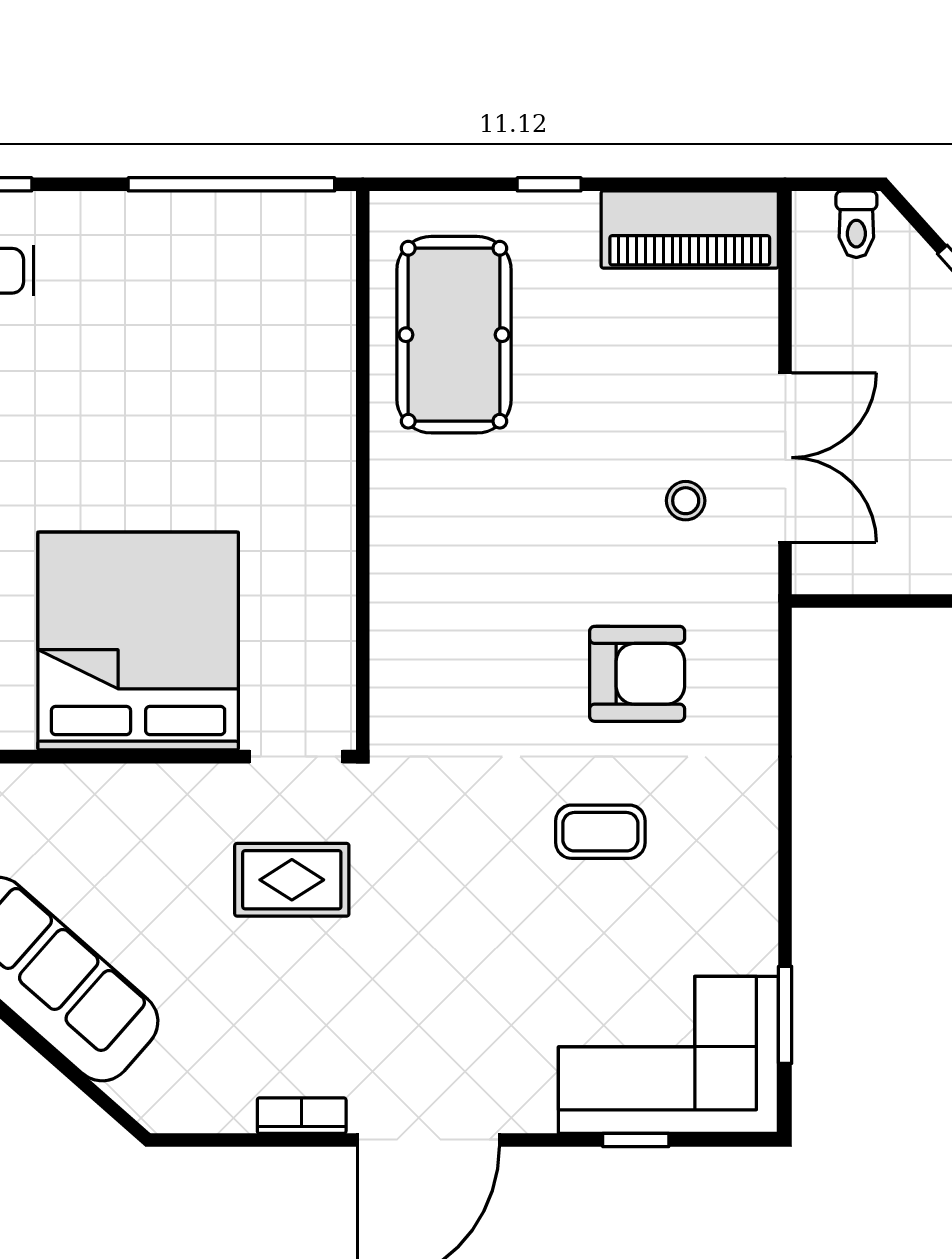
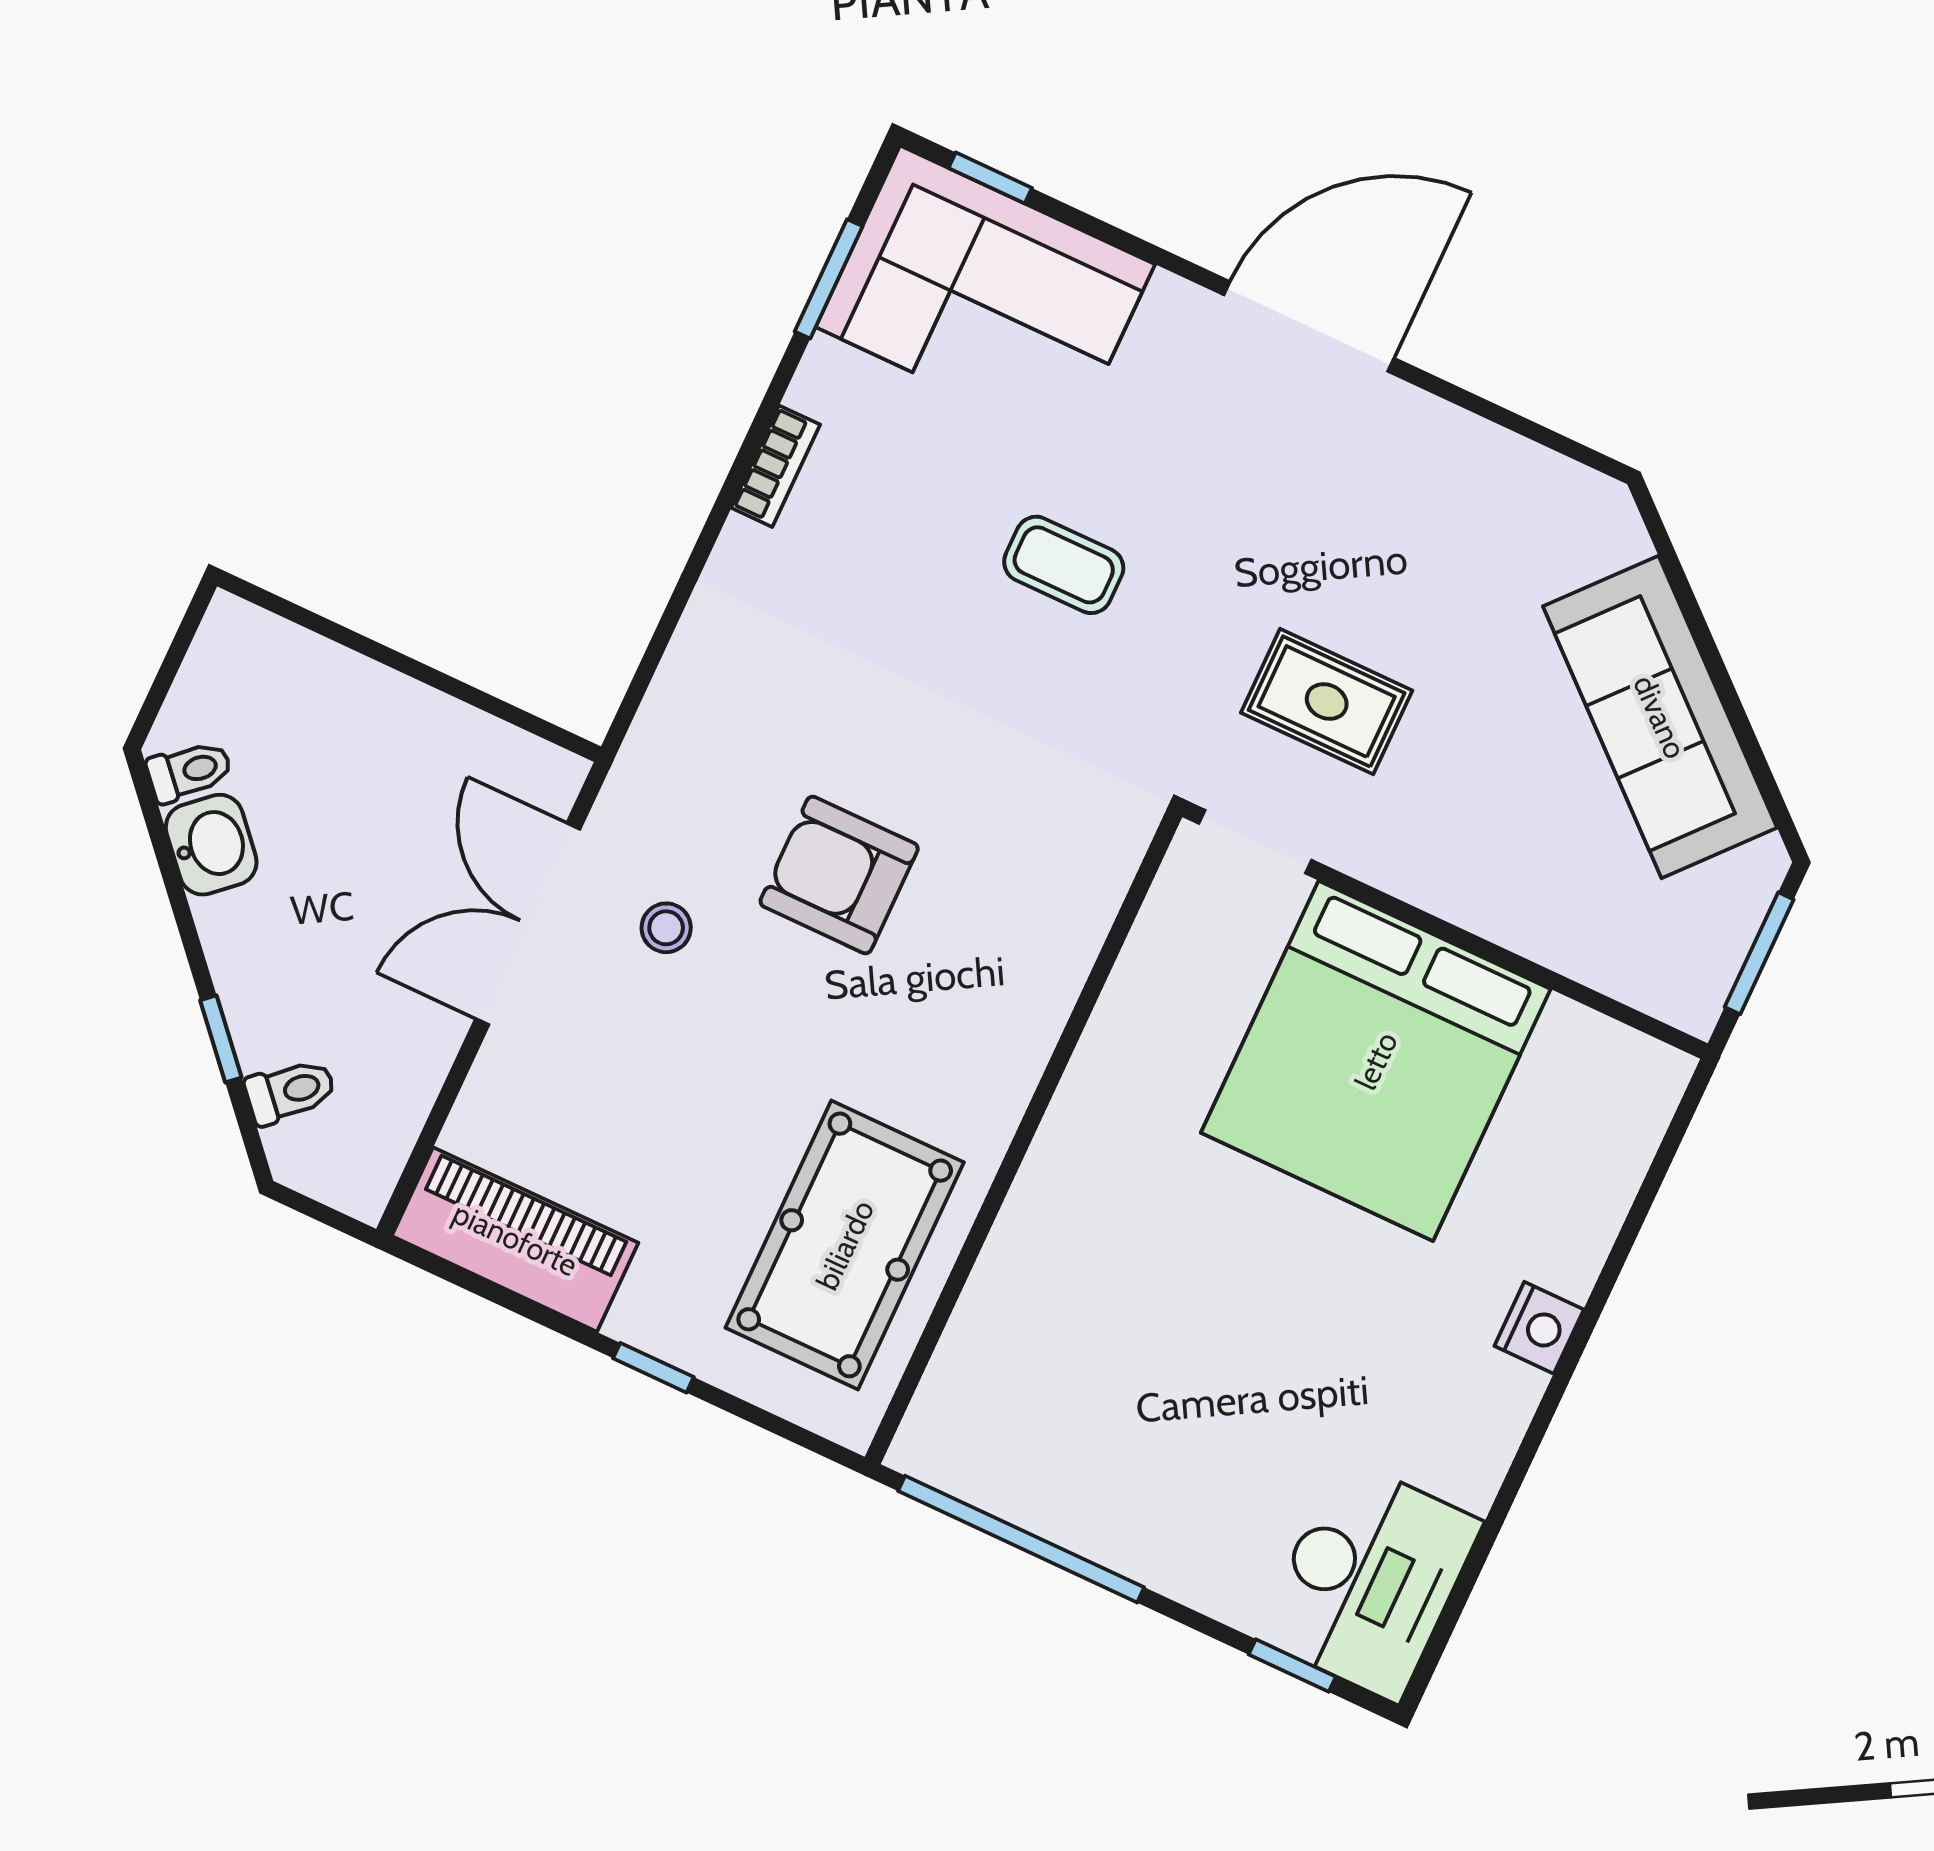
toilet: (856, 224) -> (290, 1091), moved, turned 48
armchair: (637, 674) -> (839, 875), moved
coffee table: (600, 832) -> (1064, 565), moved
bookcase: (302, 1116) -> (776, 466), moved, turned -90
window: (636, 1140) -> (990, 178), moved

